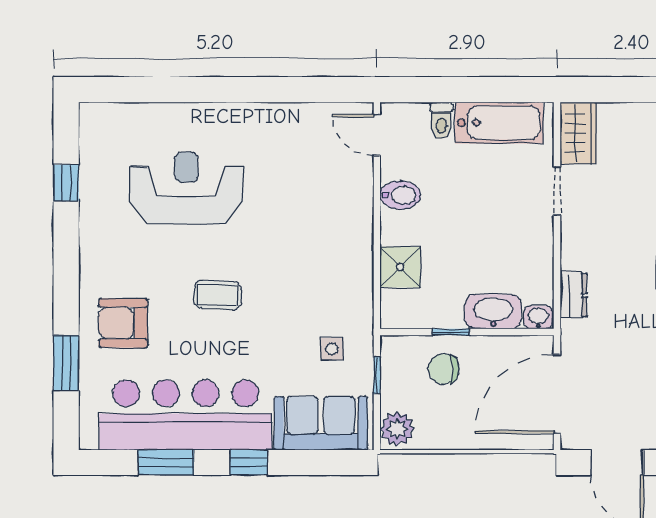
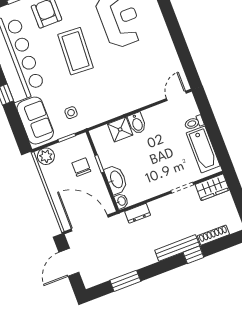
bidet: (400, 195) -> (137, 123), moved
coffee table: (217, 295) -> (76, 51), width x1.86, depth x1.72

